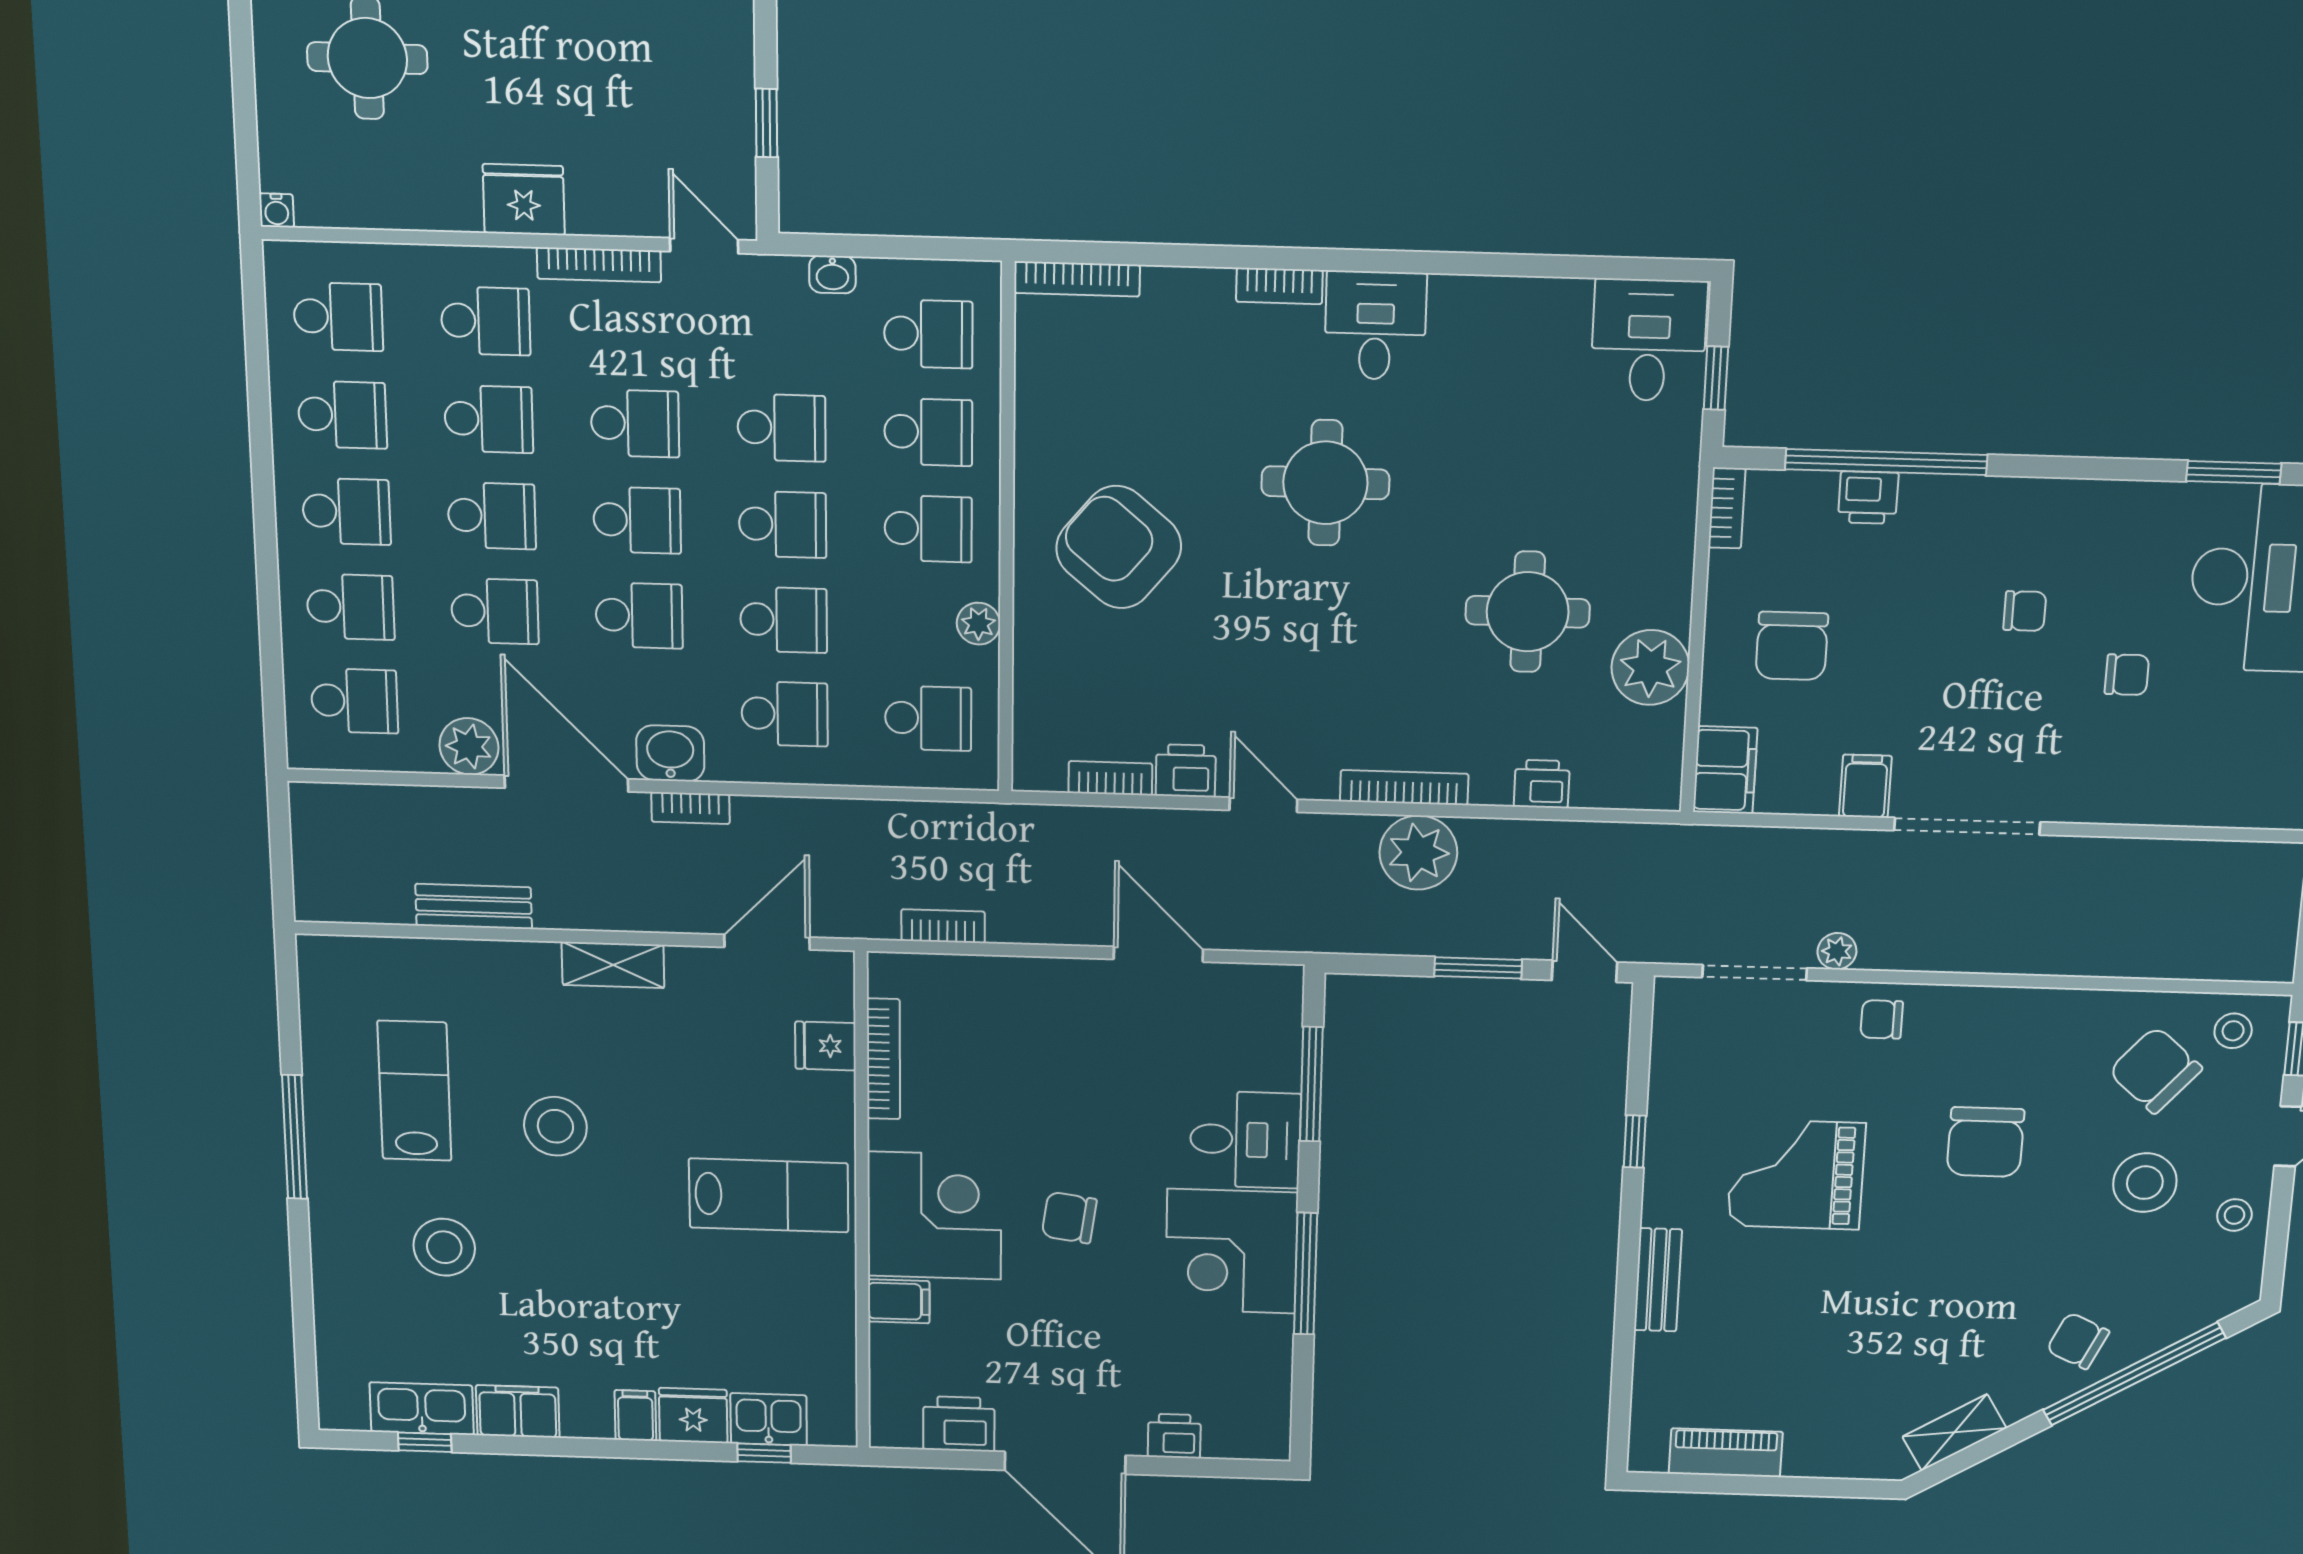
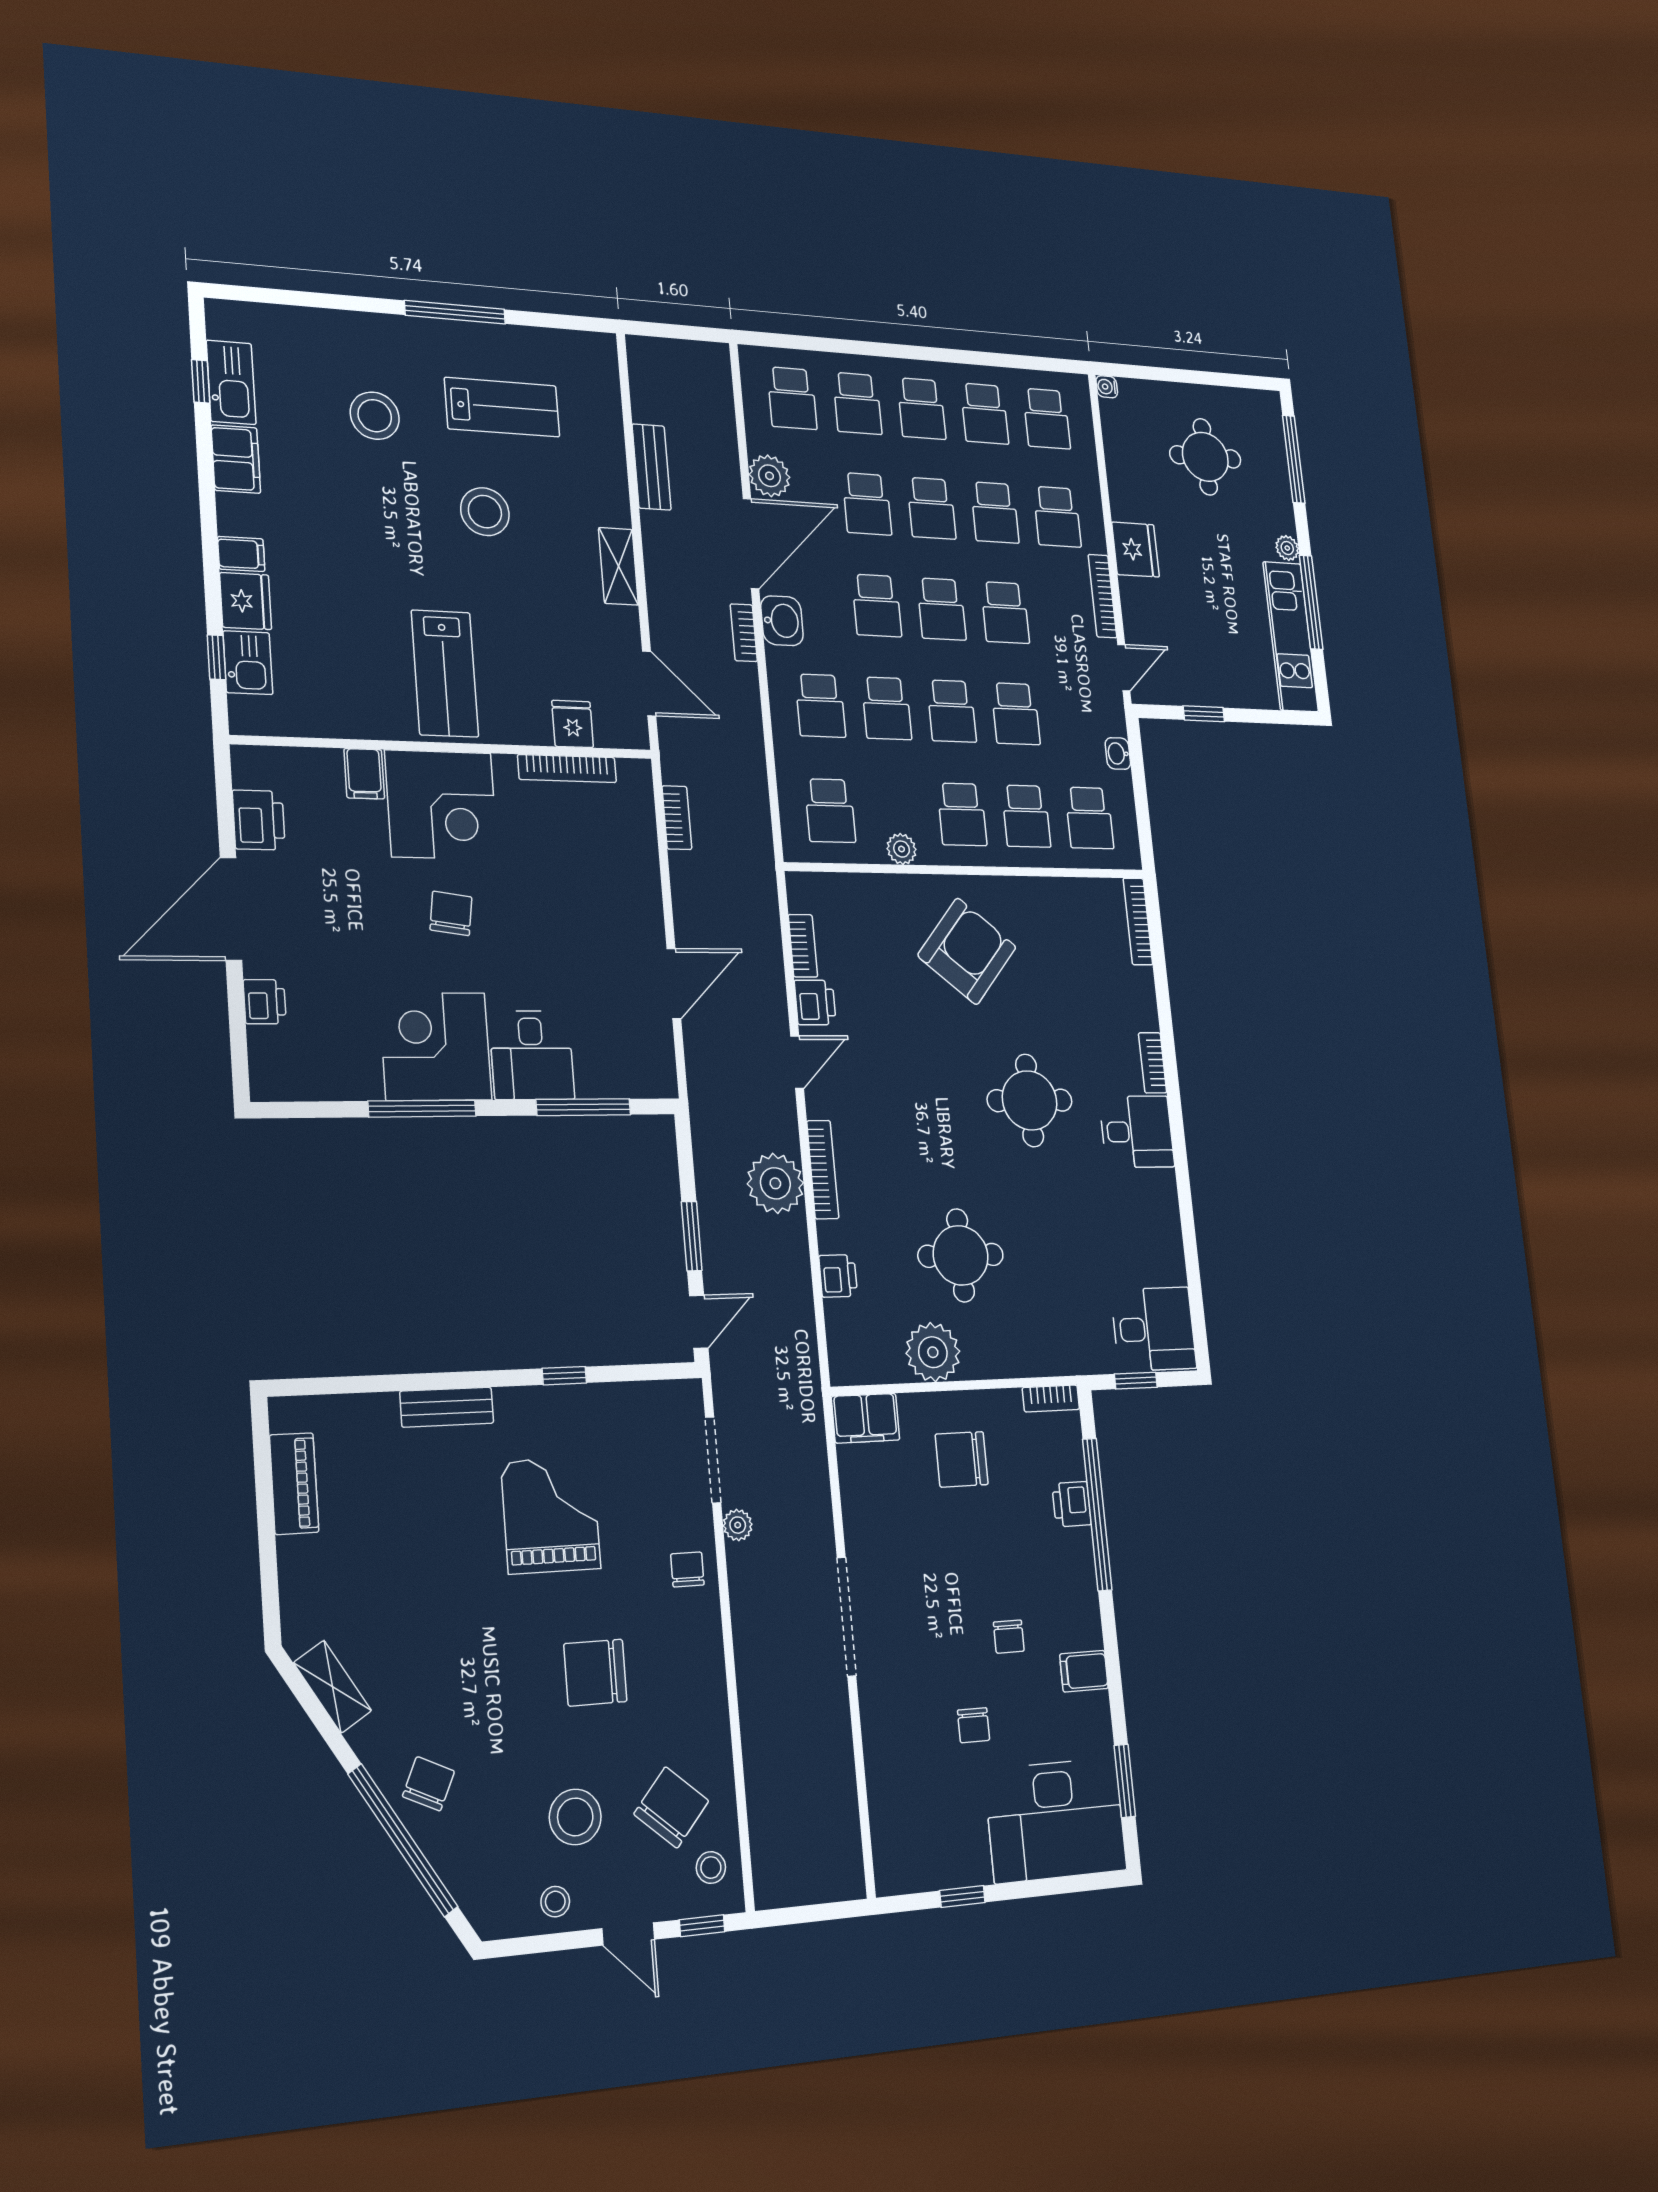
filing cabinet: (1865, 786) -> (1084, 1671), moved, turned 180

